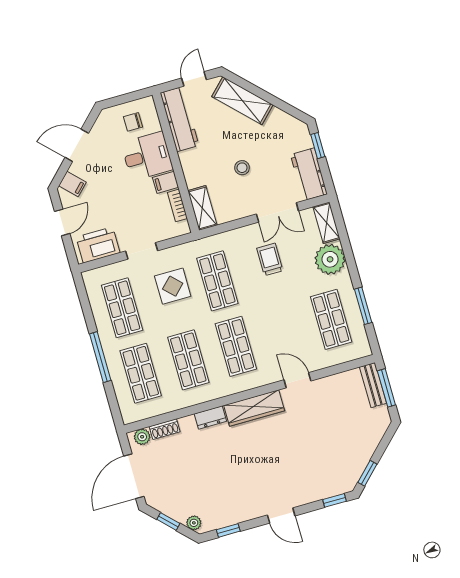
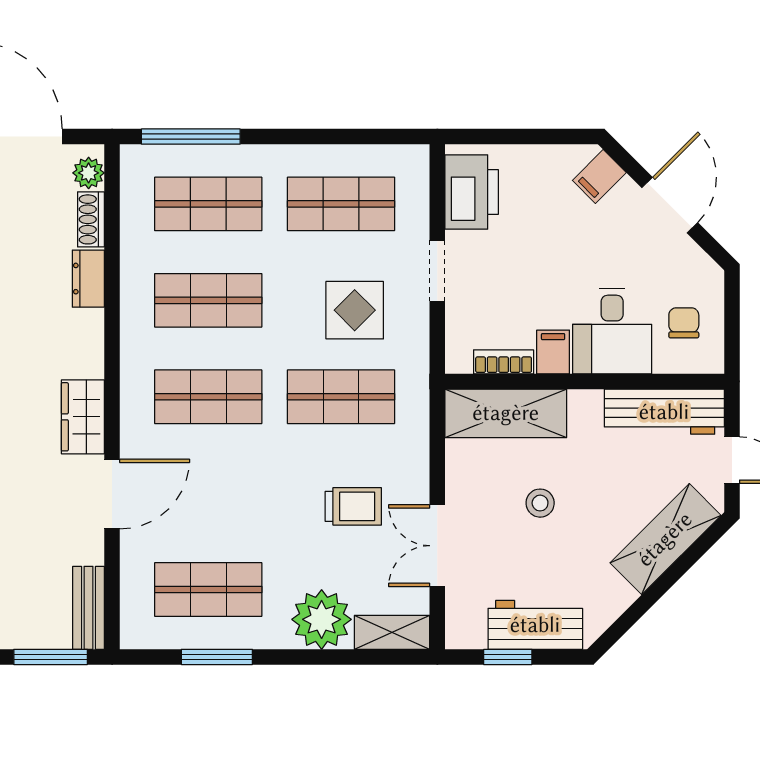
window: (318, 146) -> (508, 657), moved
workbench: (309, 174) -> (535, 625), moved
shelving: (202, 208) -> (506, 413), width x1.50, depth x1.33
door: (62, 222) -> (533, 137), removed
window: (100, 357) -> (191, 137), moved
door: (297, 380) -> (112, 494), width x1.37
bench: (373, 385) -> (89, 608), moved, turned 90
wardrobe: (254, 408) -> (83, 417), width x0.67
dresser: (210, 418) -> (88, 279), moved

